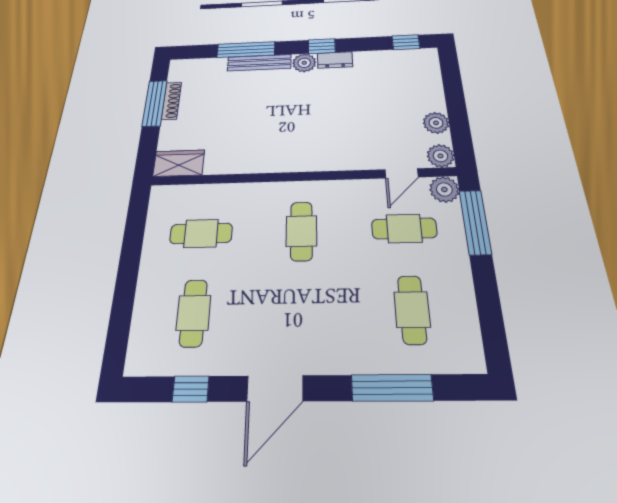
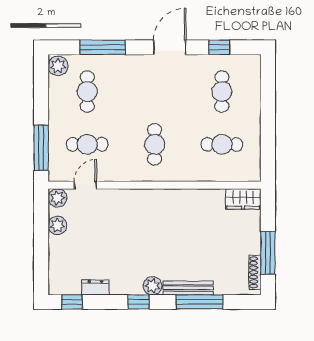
dresser: (335, 60) -> (95, 287), moved
shoe rack: (171, 101) -> (255, 272), moved
plant: (444, 189) -> (58, 66), moved

